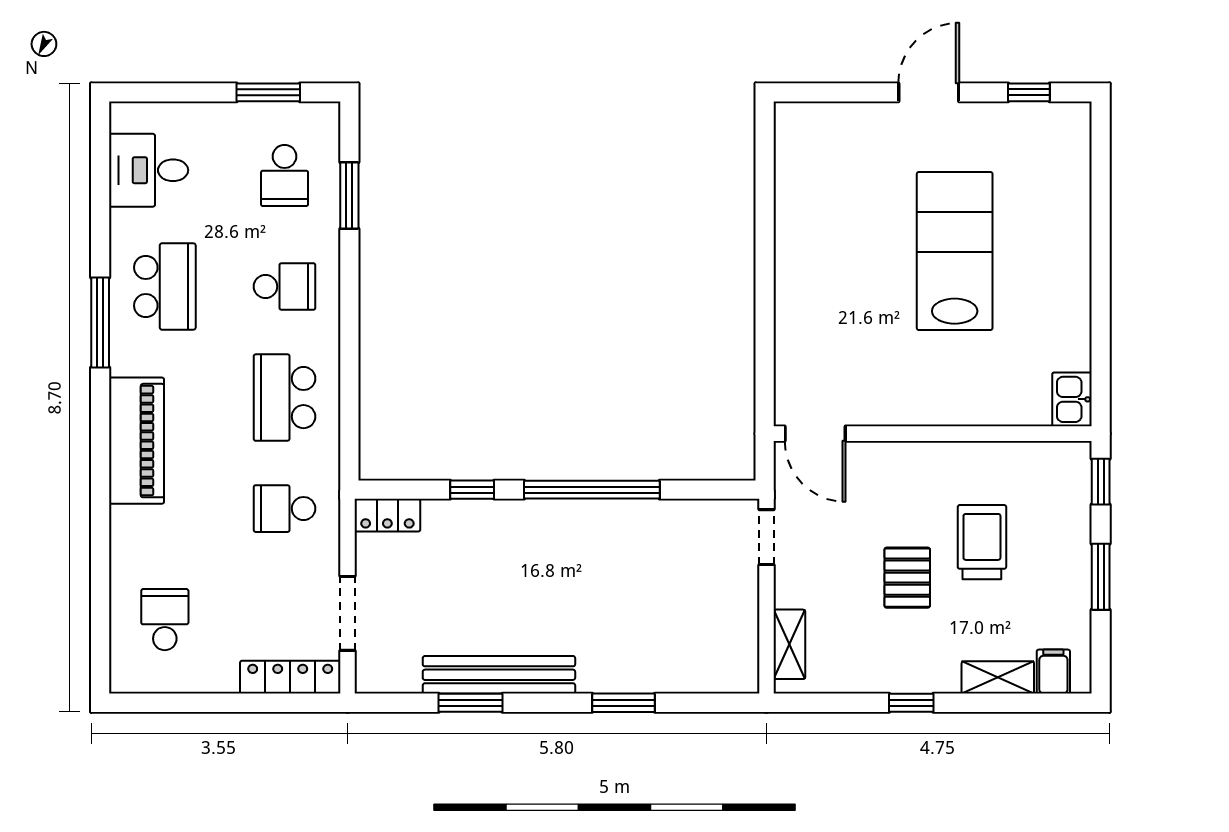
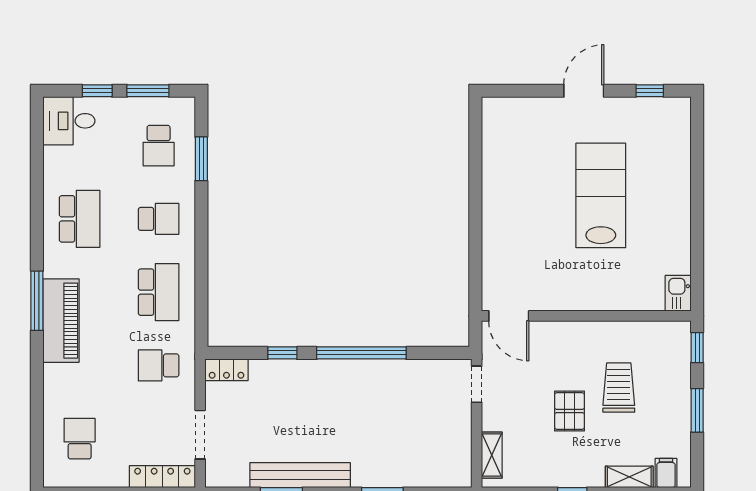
window: (192, 92) -> (97, 91), added
desk: (149, 170) -> (69, 121), moved
window: (100, 322) -> (37, 301), moved
school desk: (285, 398) -> (159, 292), turned 180

